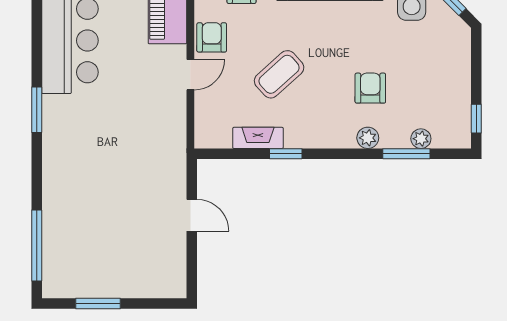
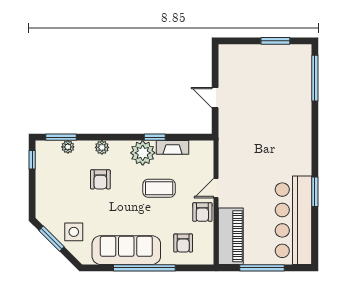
coffee table: (279, 74) -> (159, 188), turned 42
window: (37, 110) -> (315, 192), moved
plant: (304, 129) -> (143, 153), added
window: (406, 154) -> (61, 137), moved

